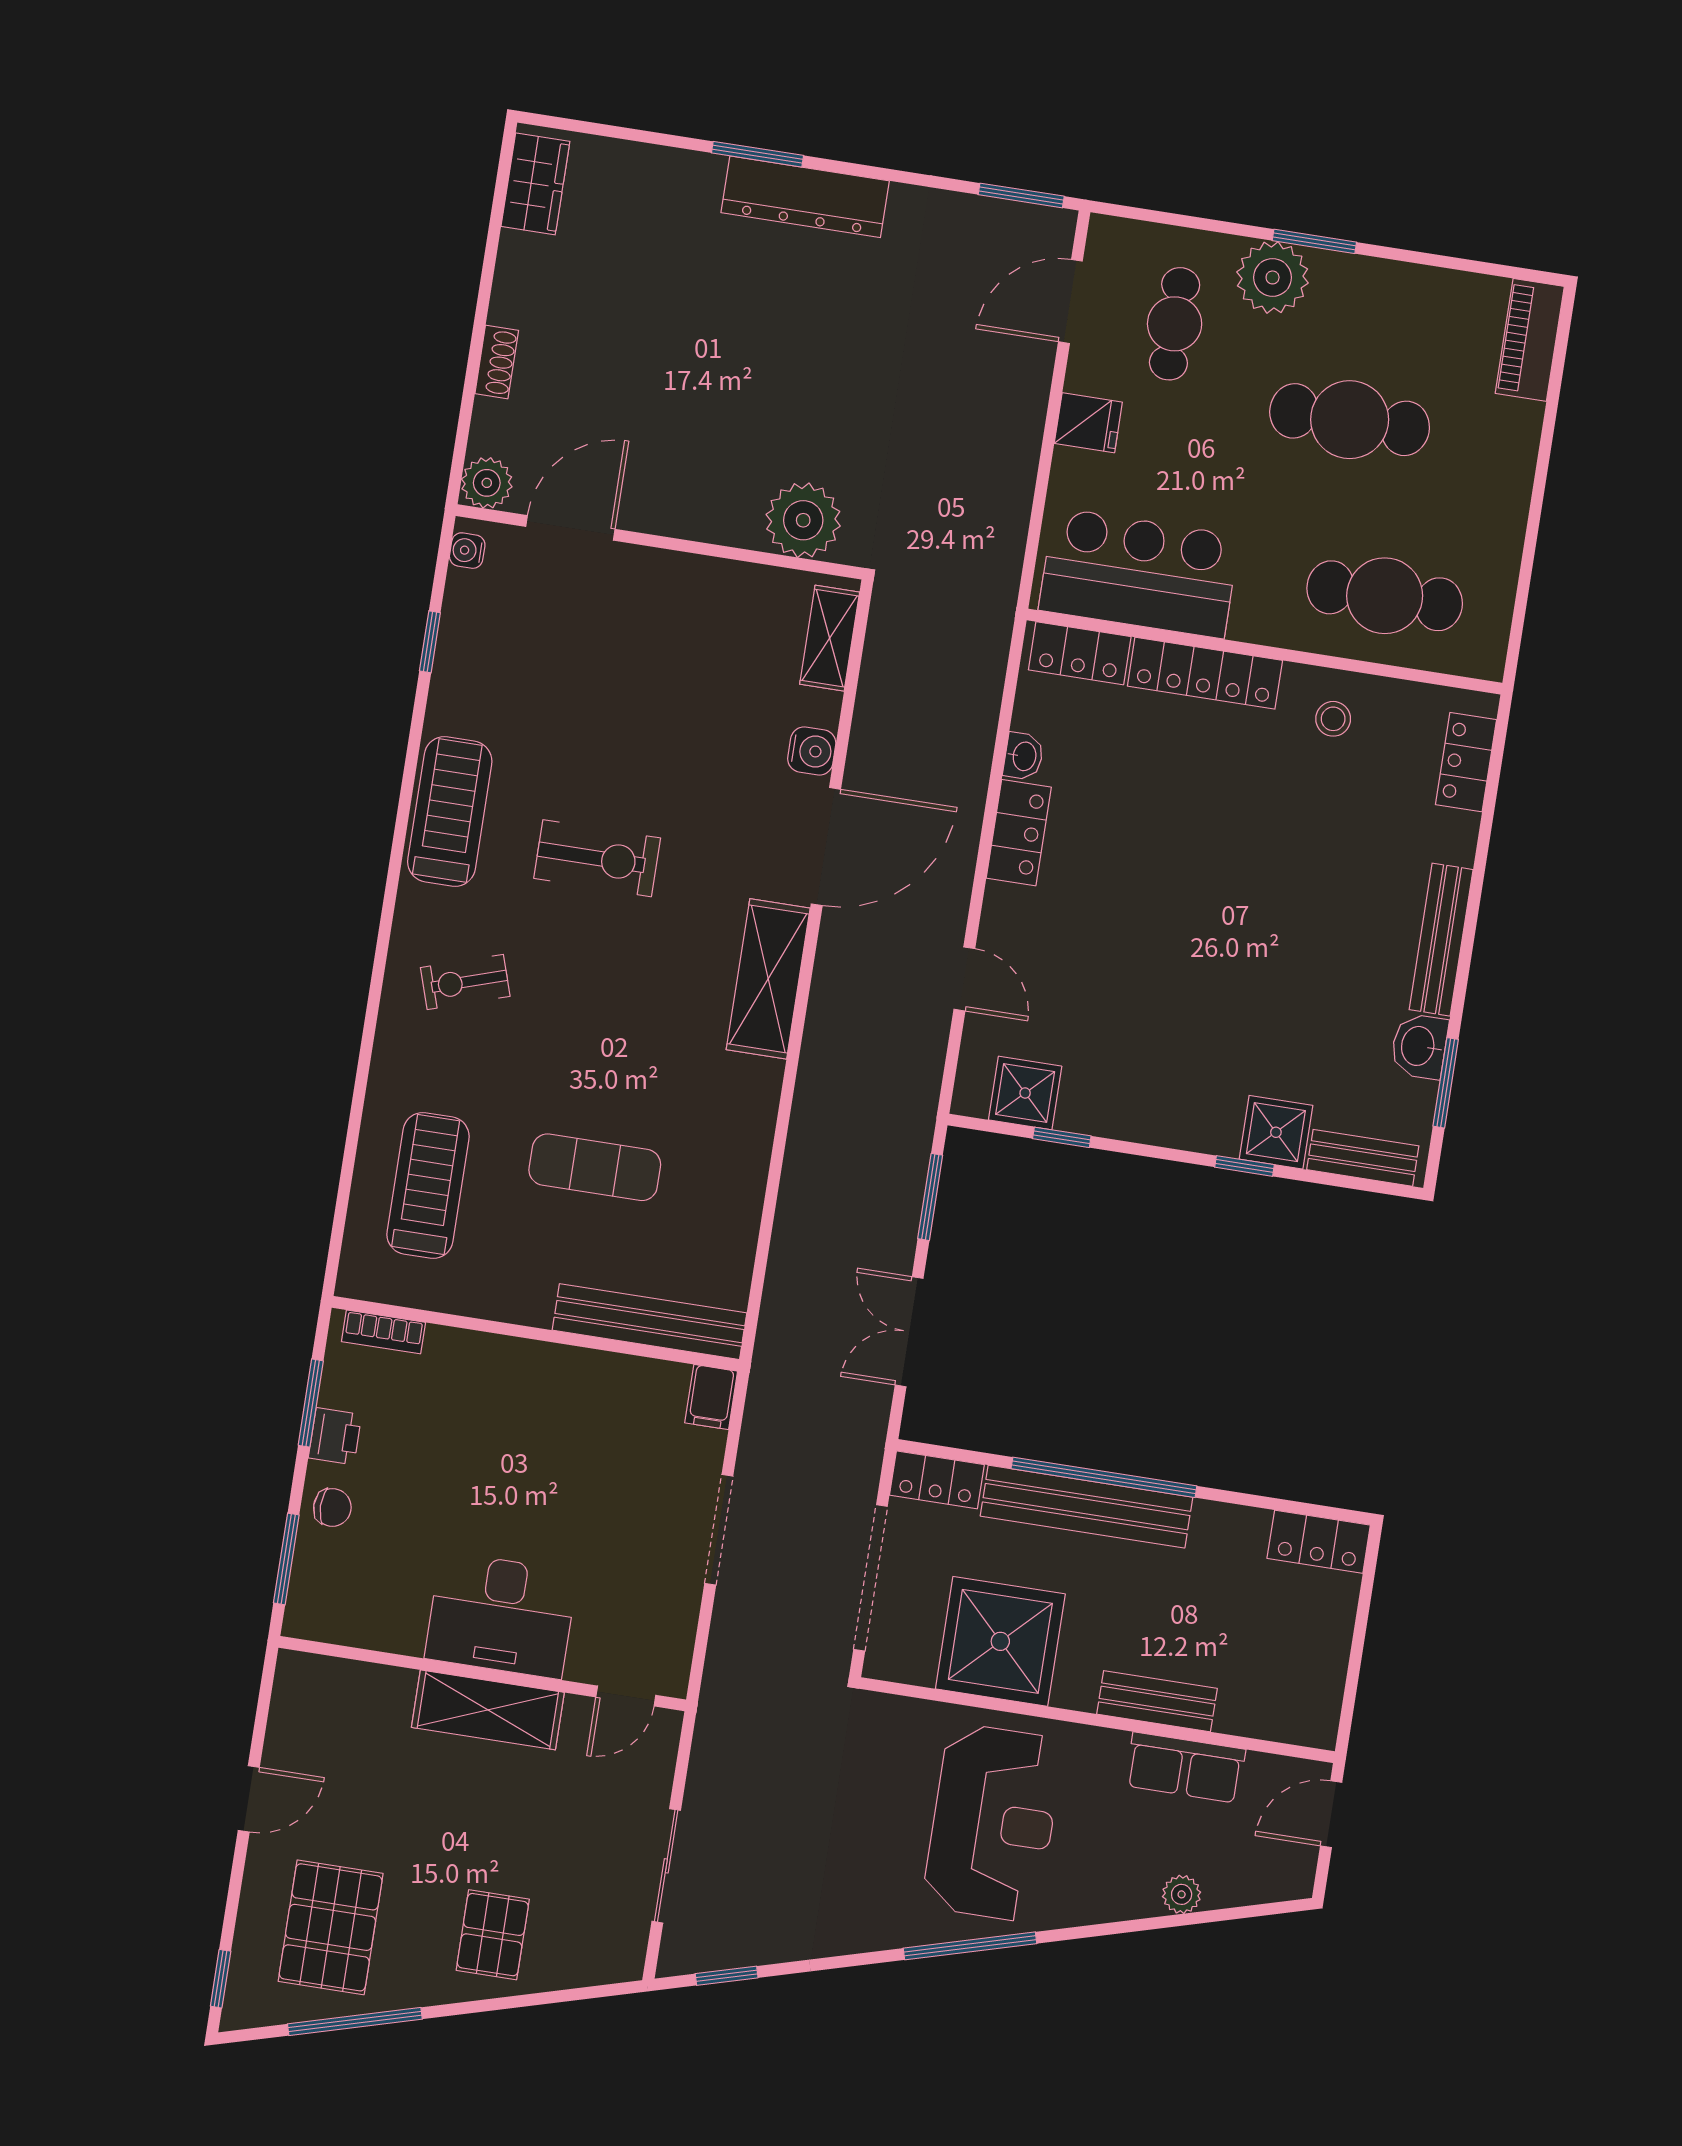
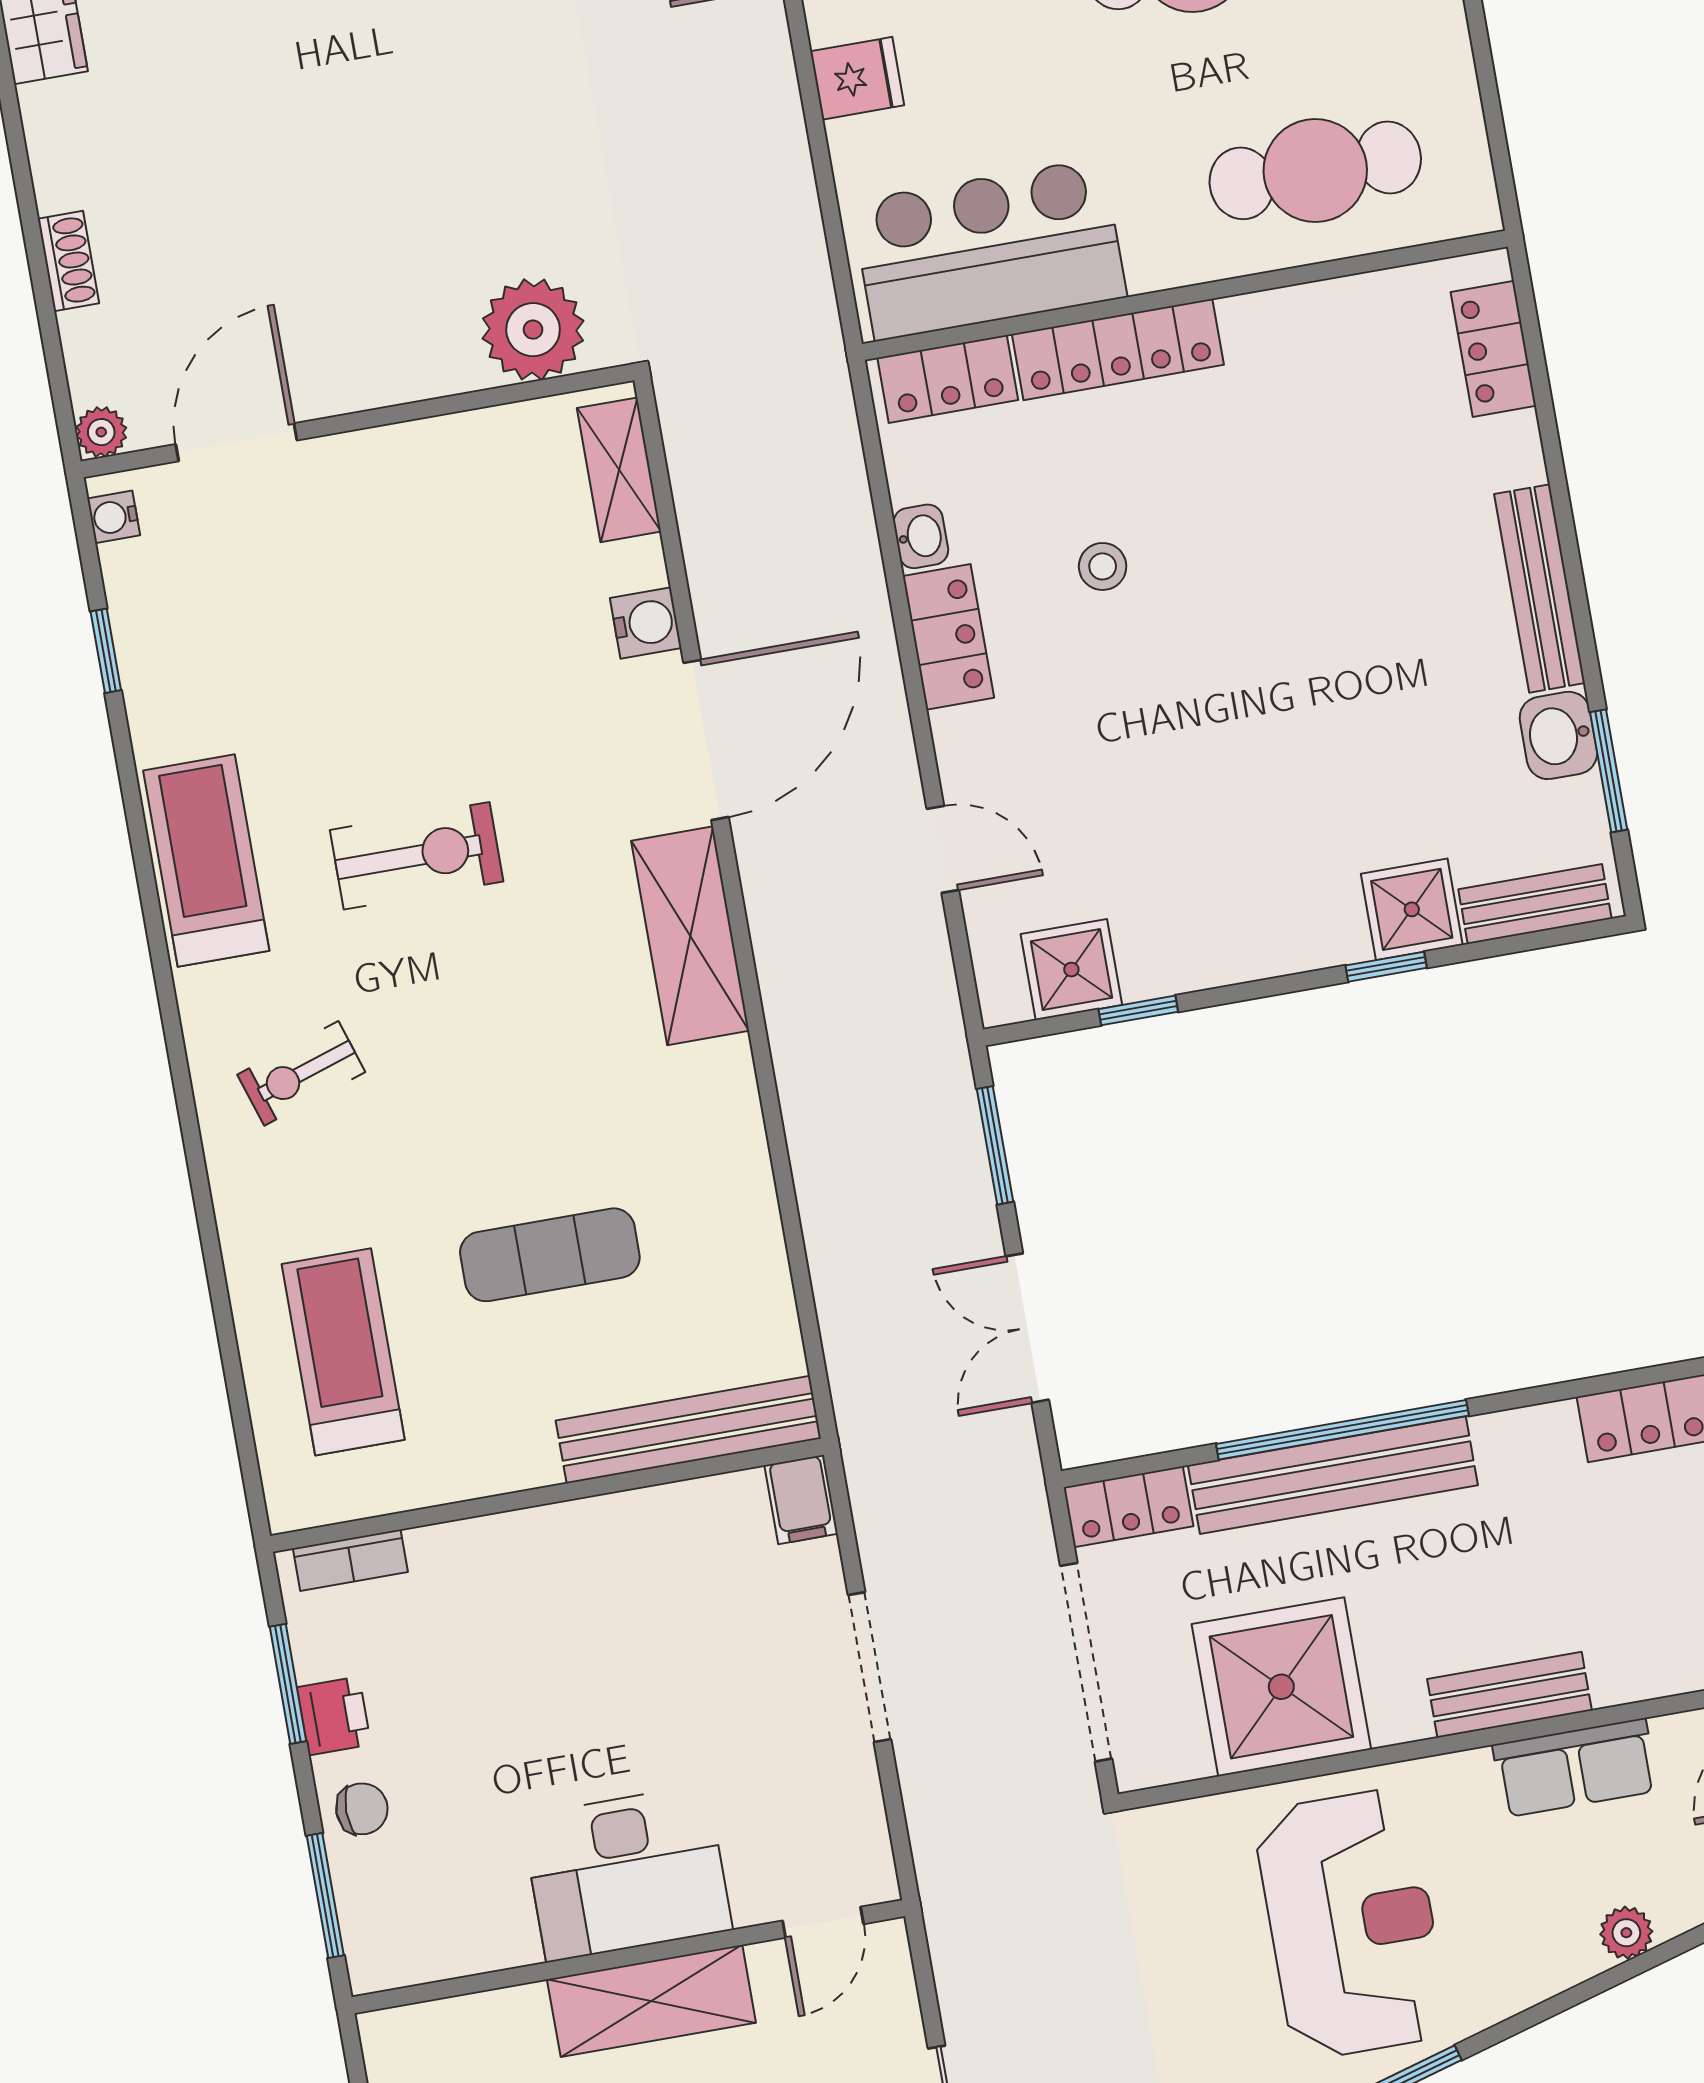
plant: (487, 483) -> (101, 432), width x0.73, depth x0.73
stool: (1333, 719) -> (1103, 566), moved

